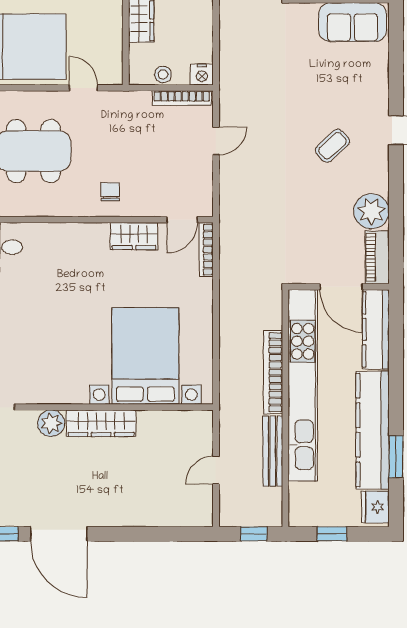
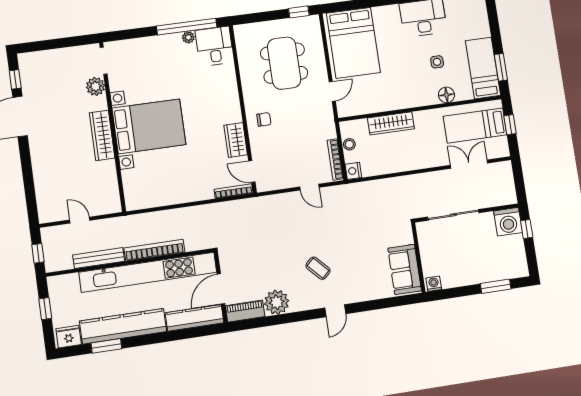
bed with nightstands: (145, 356) -> (149, 126), moved
plant: (51, 423) -> (95, 86), moved

